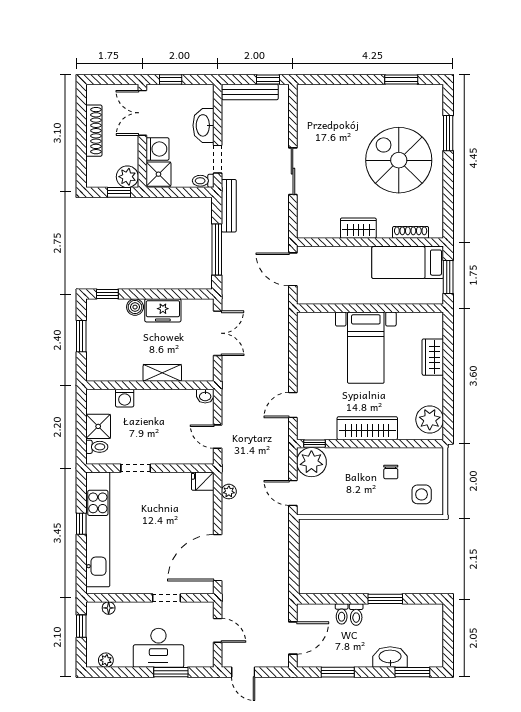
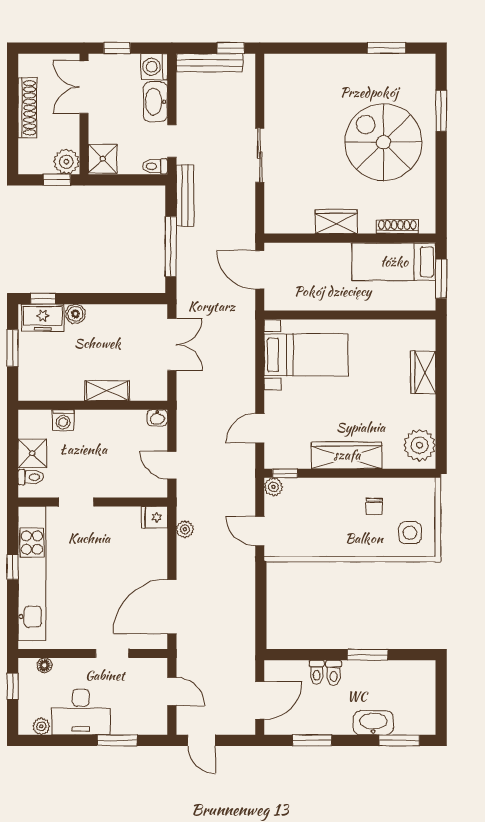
washing machine: (158, 149) -> (154, 67), moved, turned 180
freezer: (163, 310) -> (43, 318), moved
bed with nightstands: (366, 348) -> (306, 355), moved, turned -90
plant: (311, 462) -> (273, 487), width x0.53, depth x0.53
desk: (158, 648) -> (81, 712), moved

